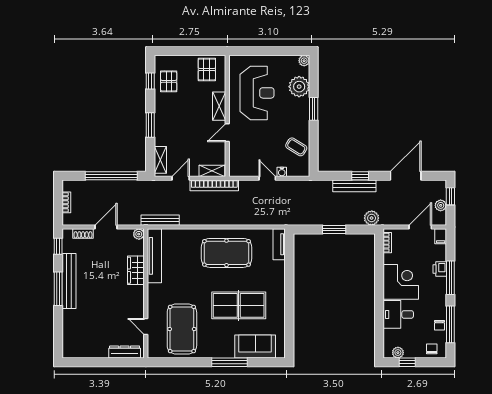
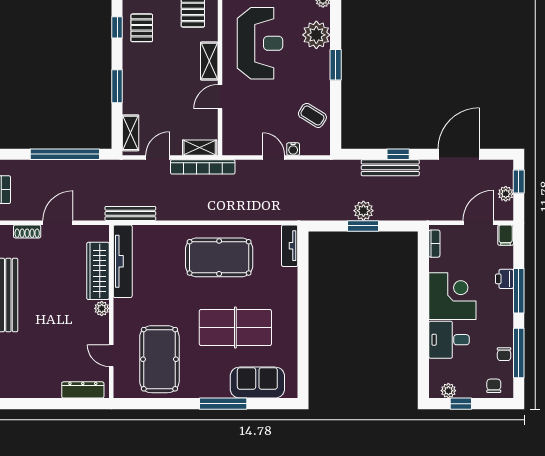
plant: (372, 218) -> (363, 211), moved
plant: (139, 234) -> (102, 308), moved
wardrobe: (136, 270) -> (98, 271), width x1.50

